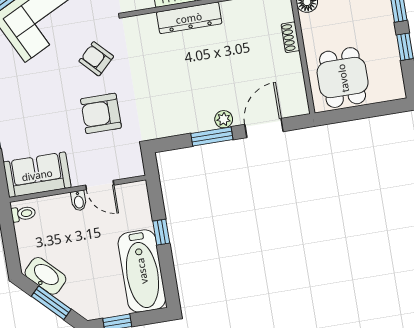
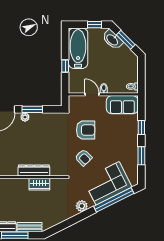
washbasin: (45, 276) -> (112, 40), moved

